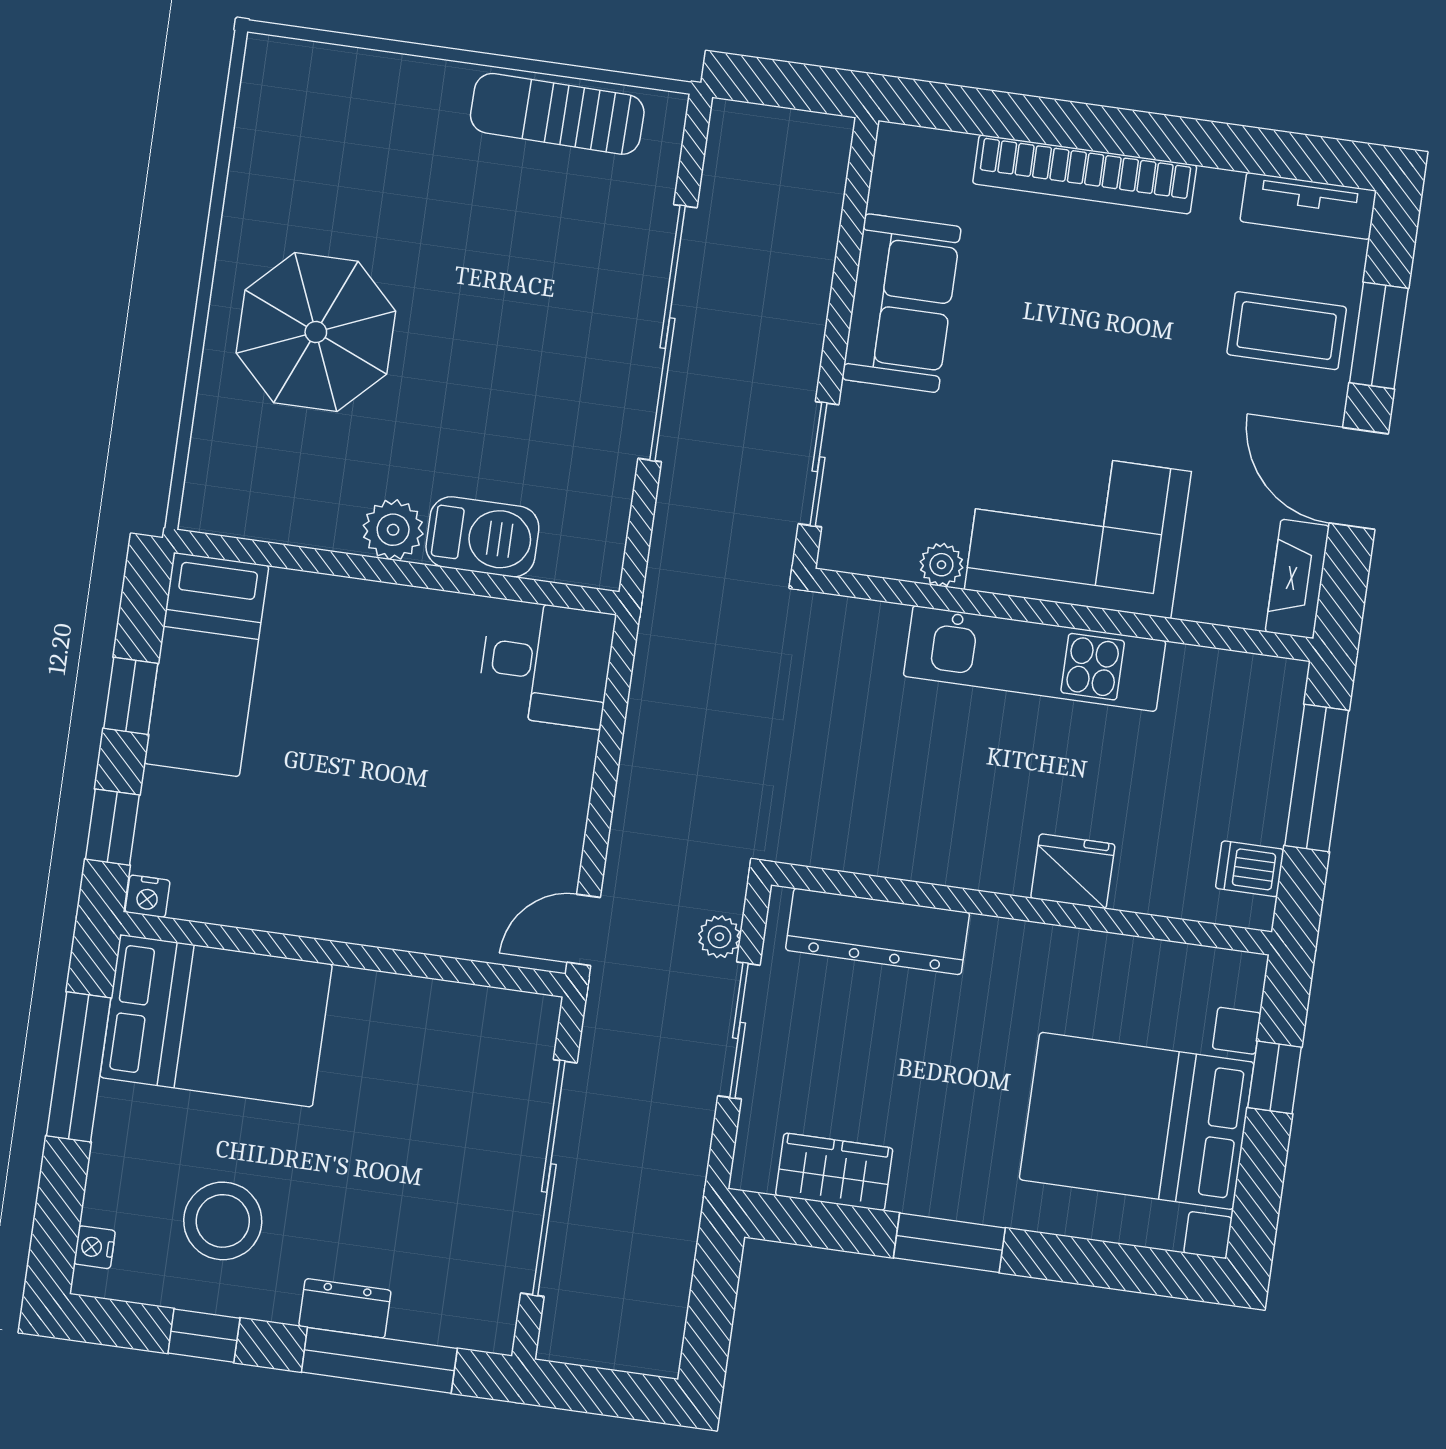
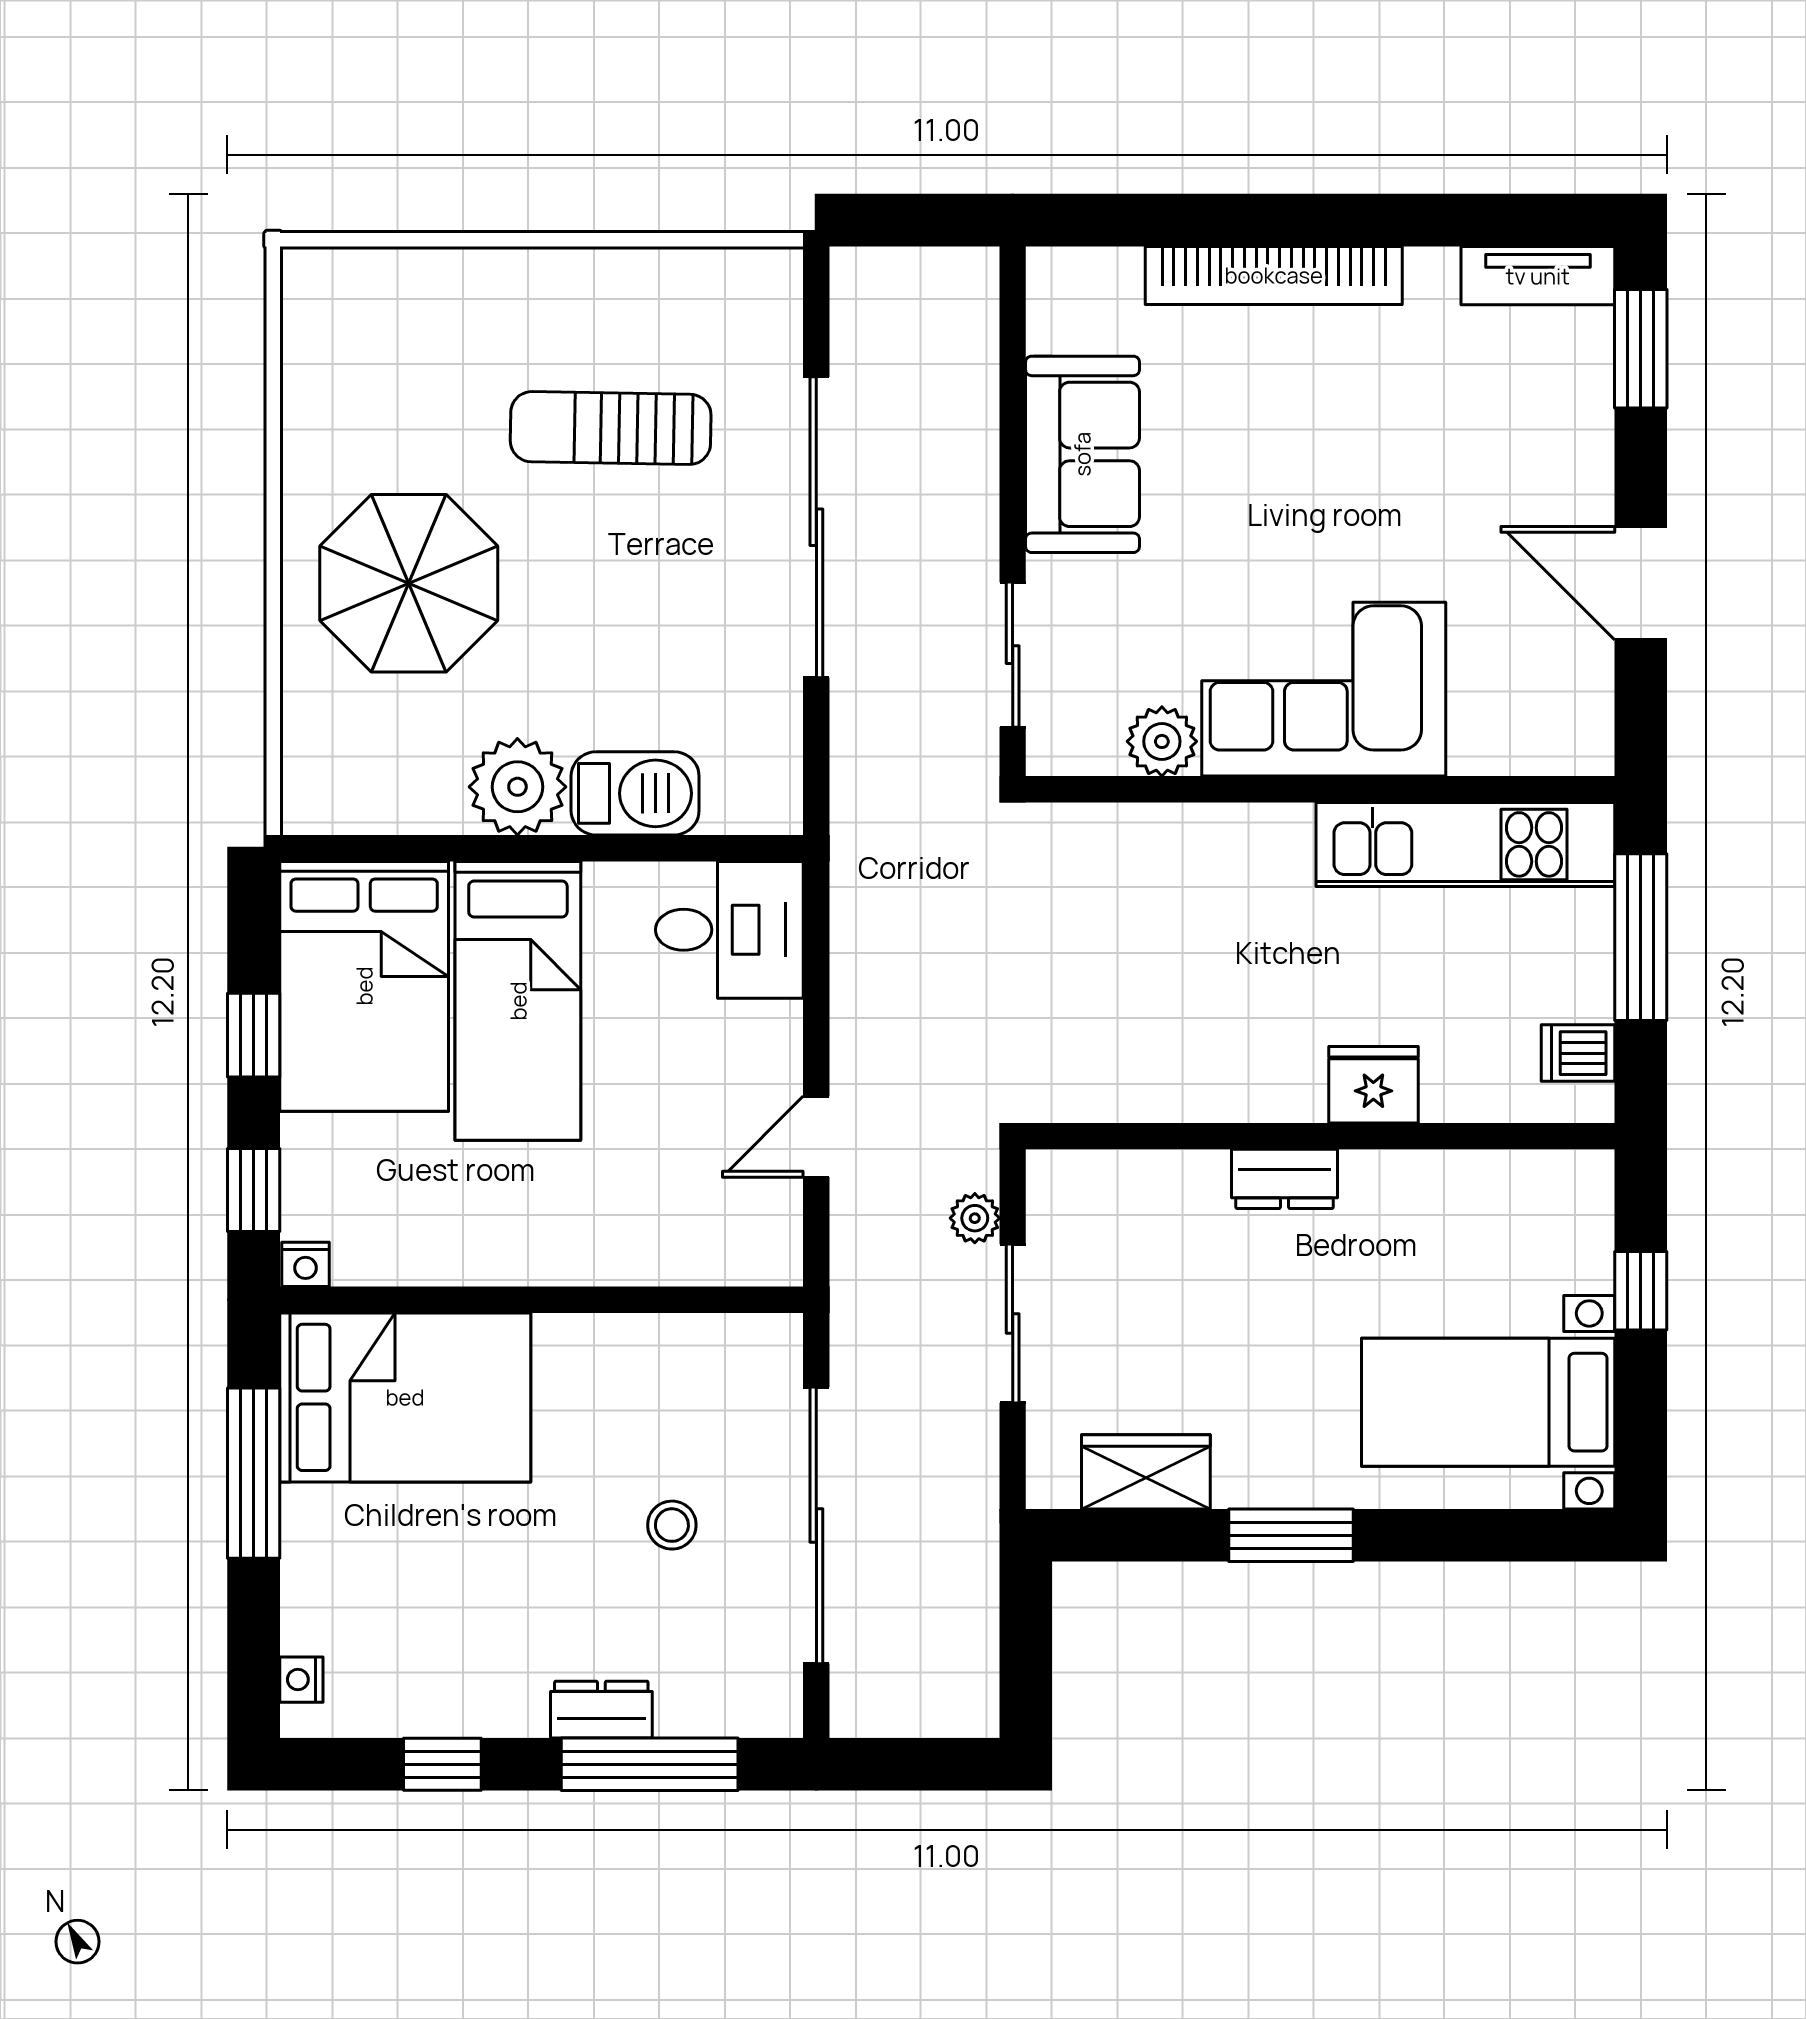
sun lounger: (557, 114) -> (611, 428), moved
coffee table: (1287, 331) -> (1533, 424), removed
window: (1379, 335) -> (1641, 349), moved
plant: (393, 530) -> (517, 787), width x1.36, depth x1.36
plant: (941, 565) -> (1162, 741), width x1.38, depth x1.38
fireplace: (1297, 579) -> (1586, 709), removed
kitchen unit: (1035, 658) -> (1465, 844), moved
bed: (206, 665) -> (364, 986), width x1.50
bed: (359, 698) -> (518, 1001), added
door: (584, 930) -> (816, 1137), moved
dresser: (878, 931) -> (1284, 1179), moved, width x0.51, depth x0.80
bed with nightstands: (1137, 1121) -> (1488, 1402), width x0.73
stool: (223, 1221) -> (672, 1525), moved, width x0.53, depth x0.53

